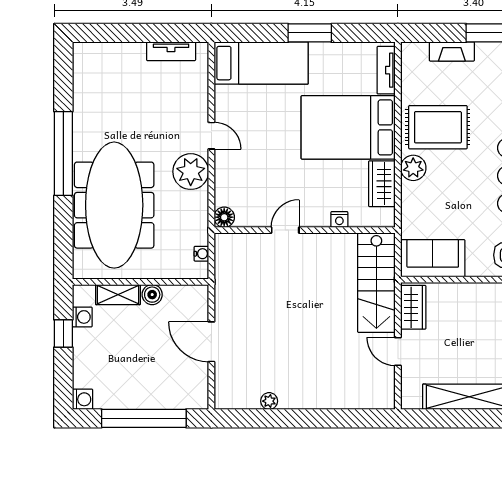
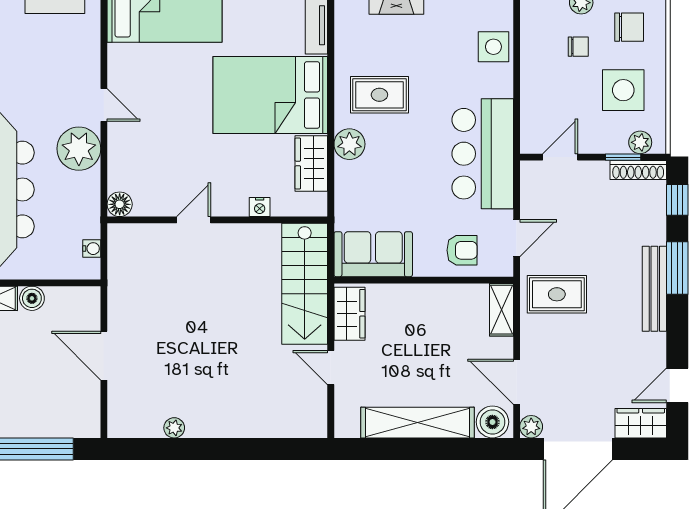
rug: (438, 127) -> (379, 95), width x0.73, depth x0.70

